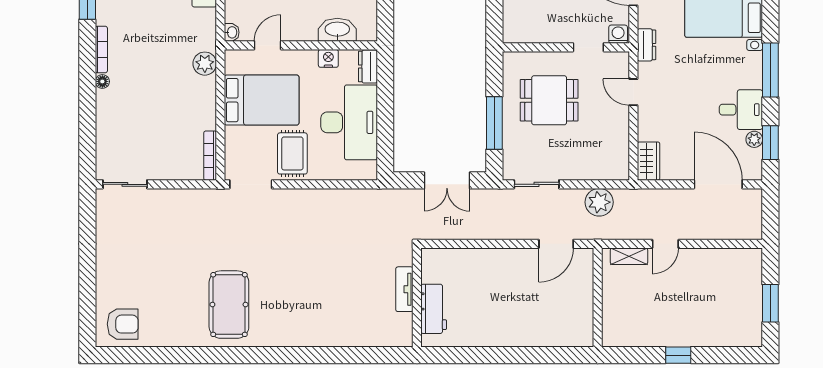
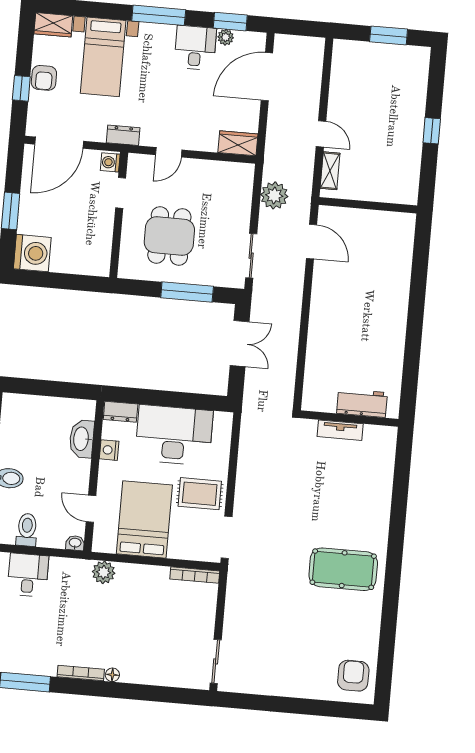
tv unit: (404, 289) -> (340, 430), moved
wall: (417, 297) -> (349, 419), moved
workbench: (434, 309) -> (362, 403), moved

